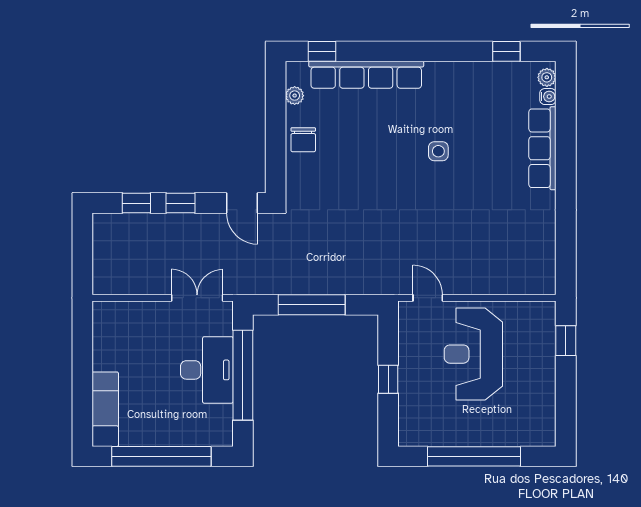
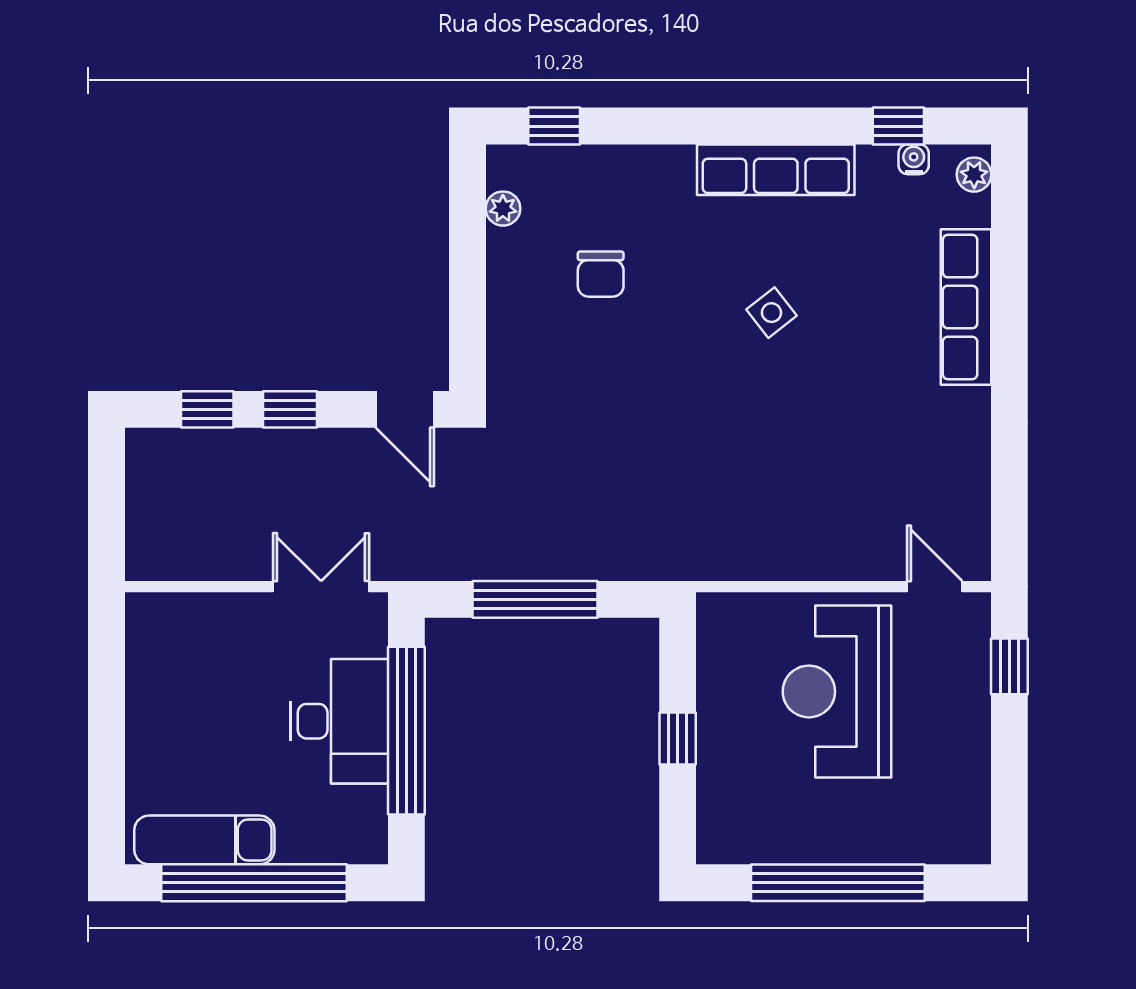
row of seats: (366, 75) -> (776, 170), moved, width x0.73
water cooler: (548, 97) -> (914, 159), moved, turned -90
chair: (303, 140) -> (601, 274), moved
side table: (438, 151) -> (771, 313), turned -38
door: (428, 298) -> (935, 587), moved
exam couch: (105, 409) -> (204, 840), moved, turned -90

